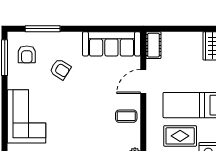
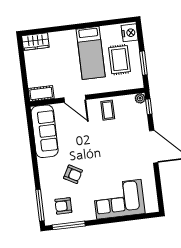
window: (43, 29) -> (40, 205), moved
armchair: (27, 54) -> (63, 206), turned 180
armchair: (60, 69) -> (73, 174), turned 87

